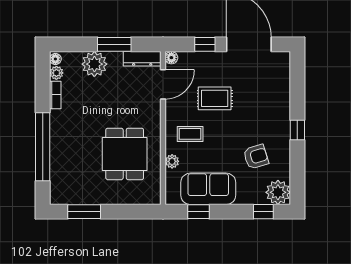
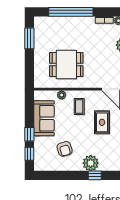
window: (297, 130) -> (95, 175), moved
plant: (278, 192) -> (91, 163), moved
window: (199, 212) -> (29, 134), moved

